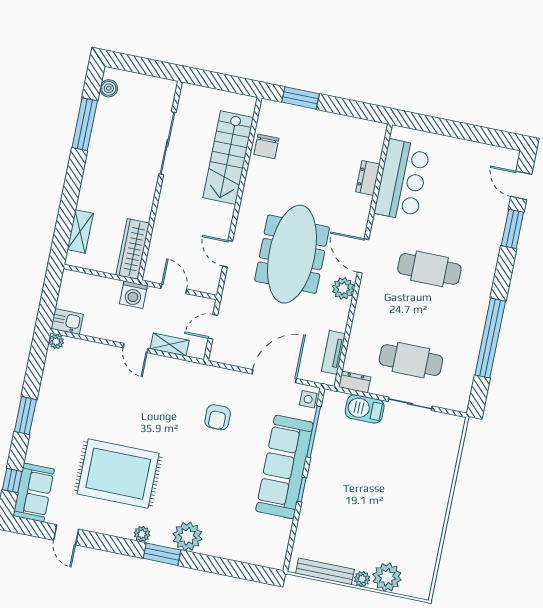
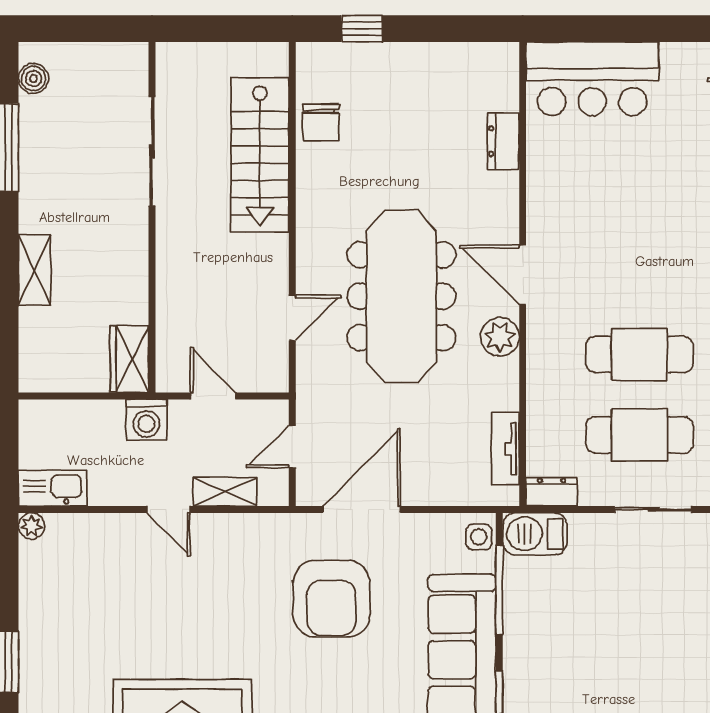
window: (301, 98) -> (362, 29), width x0.67
bar counter: (402, 180) -> (592, 79), moved, turned 90
shelving: (80, 231) -> (34, 270), moved
wardrobe: (133, 249) -> (129, 359), width x0.67
door: (228, 254) -> (292, 318), swing flipped
cafe table: (429, 269) -> (639, 355), moved
kitchen sink: (67, 321) -> (53, 488), width x1.38
door: (274, 376) -> (362, 509), moved
barbecue: (365, 409) -> (535, 534), moved
armchair: (218, 417) -> (331, 599), width x1.88, depth x1.88

